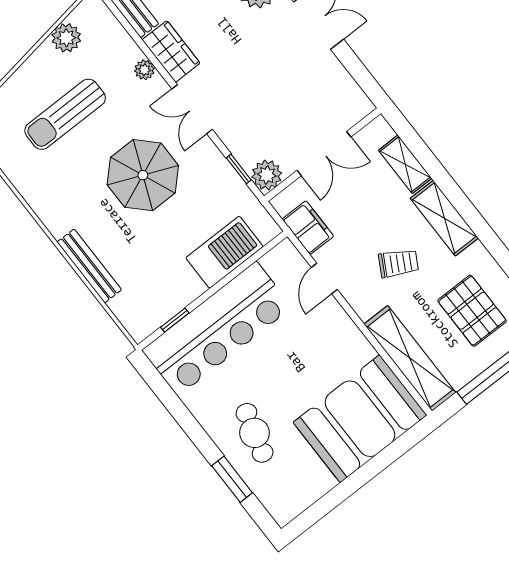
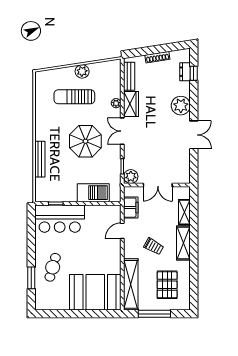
plant: (66, 38) -> (82, 71), moved
bar counter: (217, 329) -> (60, 219), width x0.73

